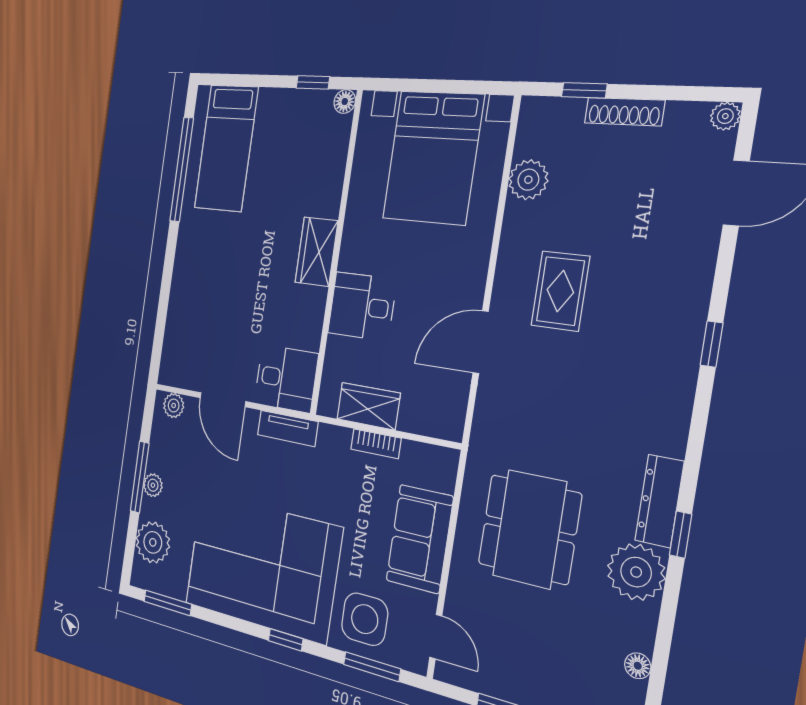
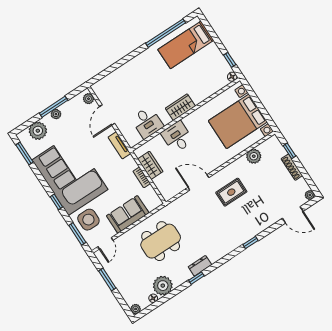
desk: (286, 379) -> (147, 122), moved
dresser: (660, 501) -> (200, 266), width x0.70
plant: (636, 572) -> (163, 286), moved

